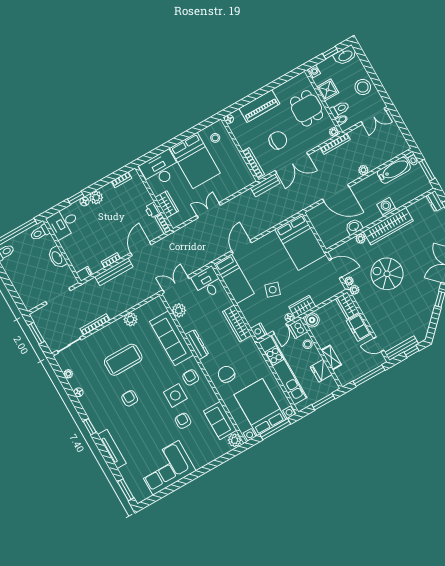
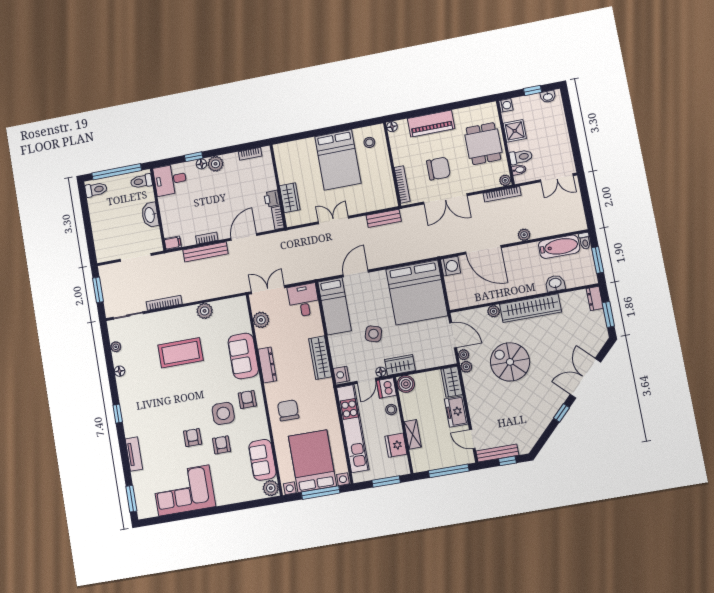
washbasin: (345, 55) -> (548, 97), width x0.52, depth x0.69
stool: (363, 87) -> (556, 141), removed
desk: (160, 169) -> (296, 156), removed
bench: (265, 185) -> (384, 218), moved
washing machine: (387, 207) -> (451, 266), moved, turned 90
washbasin: (354, 227) -> (555, 283), moved
bed: (300, 242) -> (417, 292), width x1.36
sofa: (172, 338) -> (243, 356), width x0.73
armchair: (130, 398) -> (193, 438), moved
tv unit: (112, 449) -> (134, 454), width x0.71

